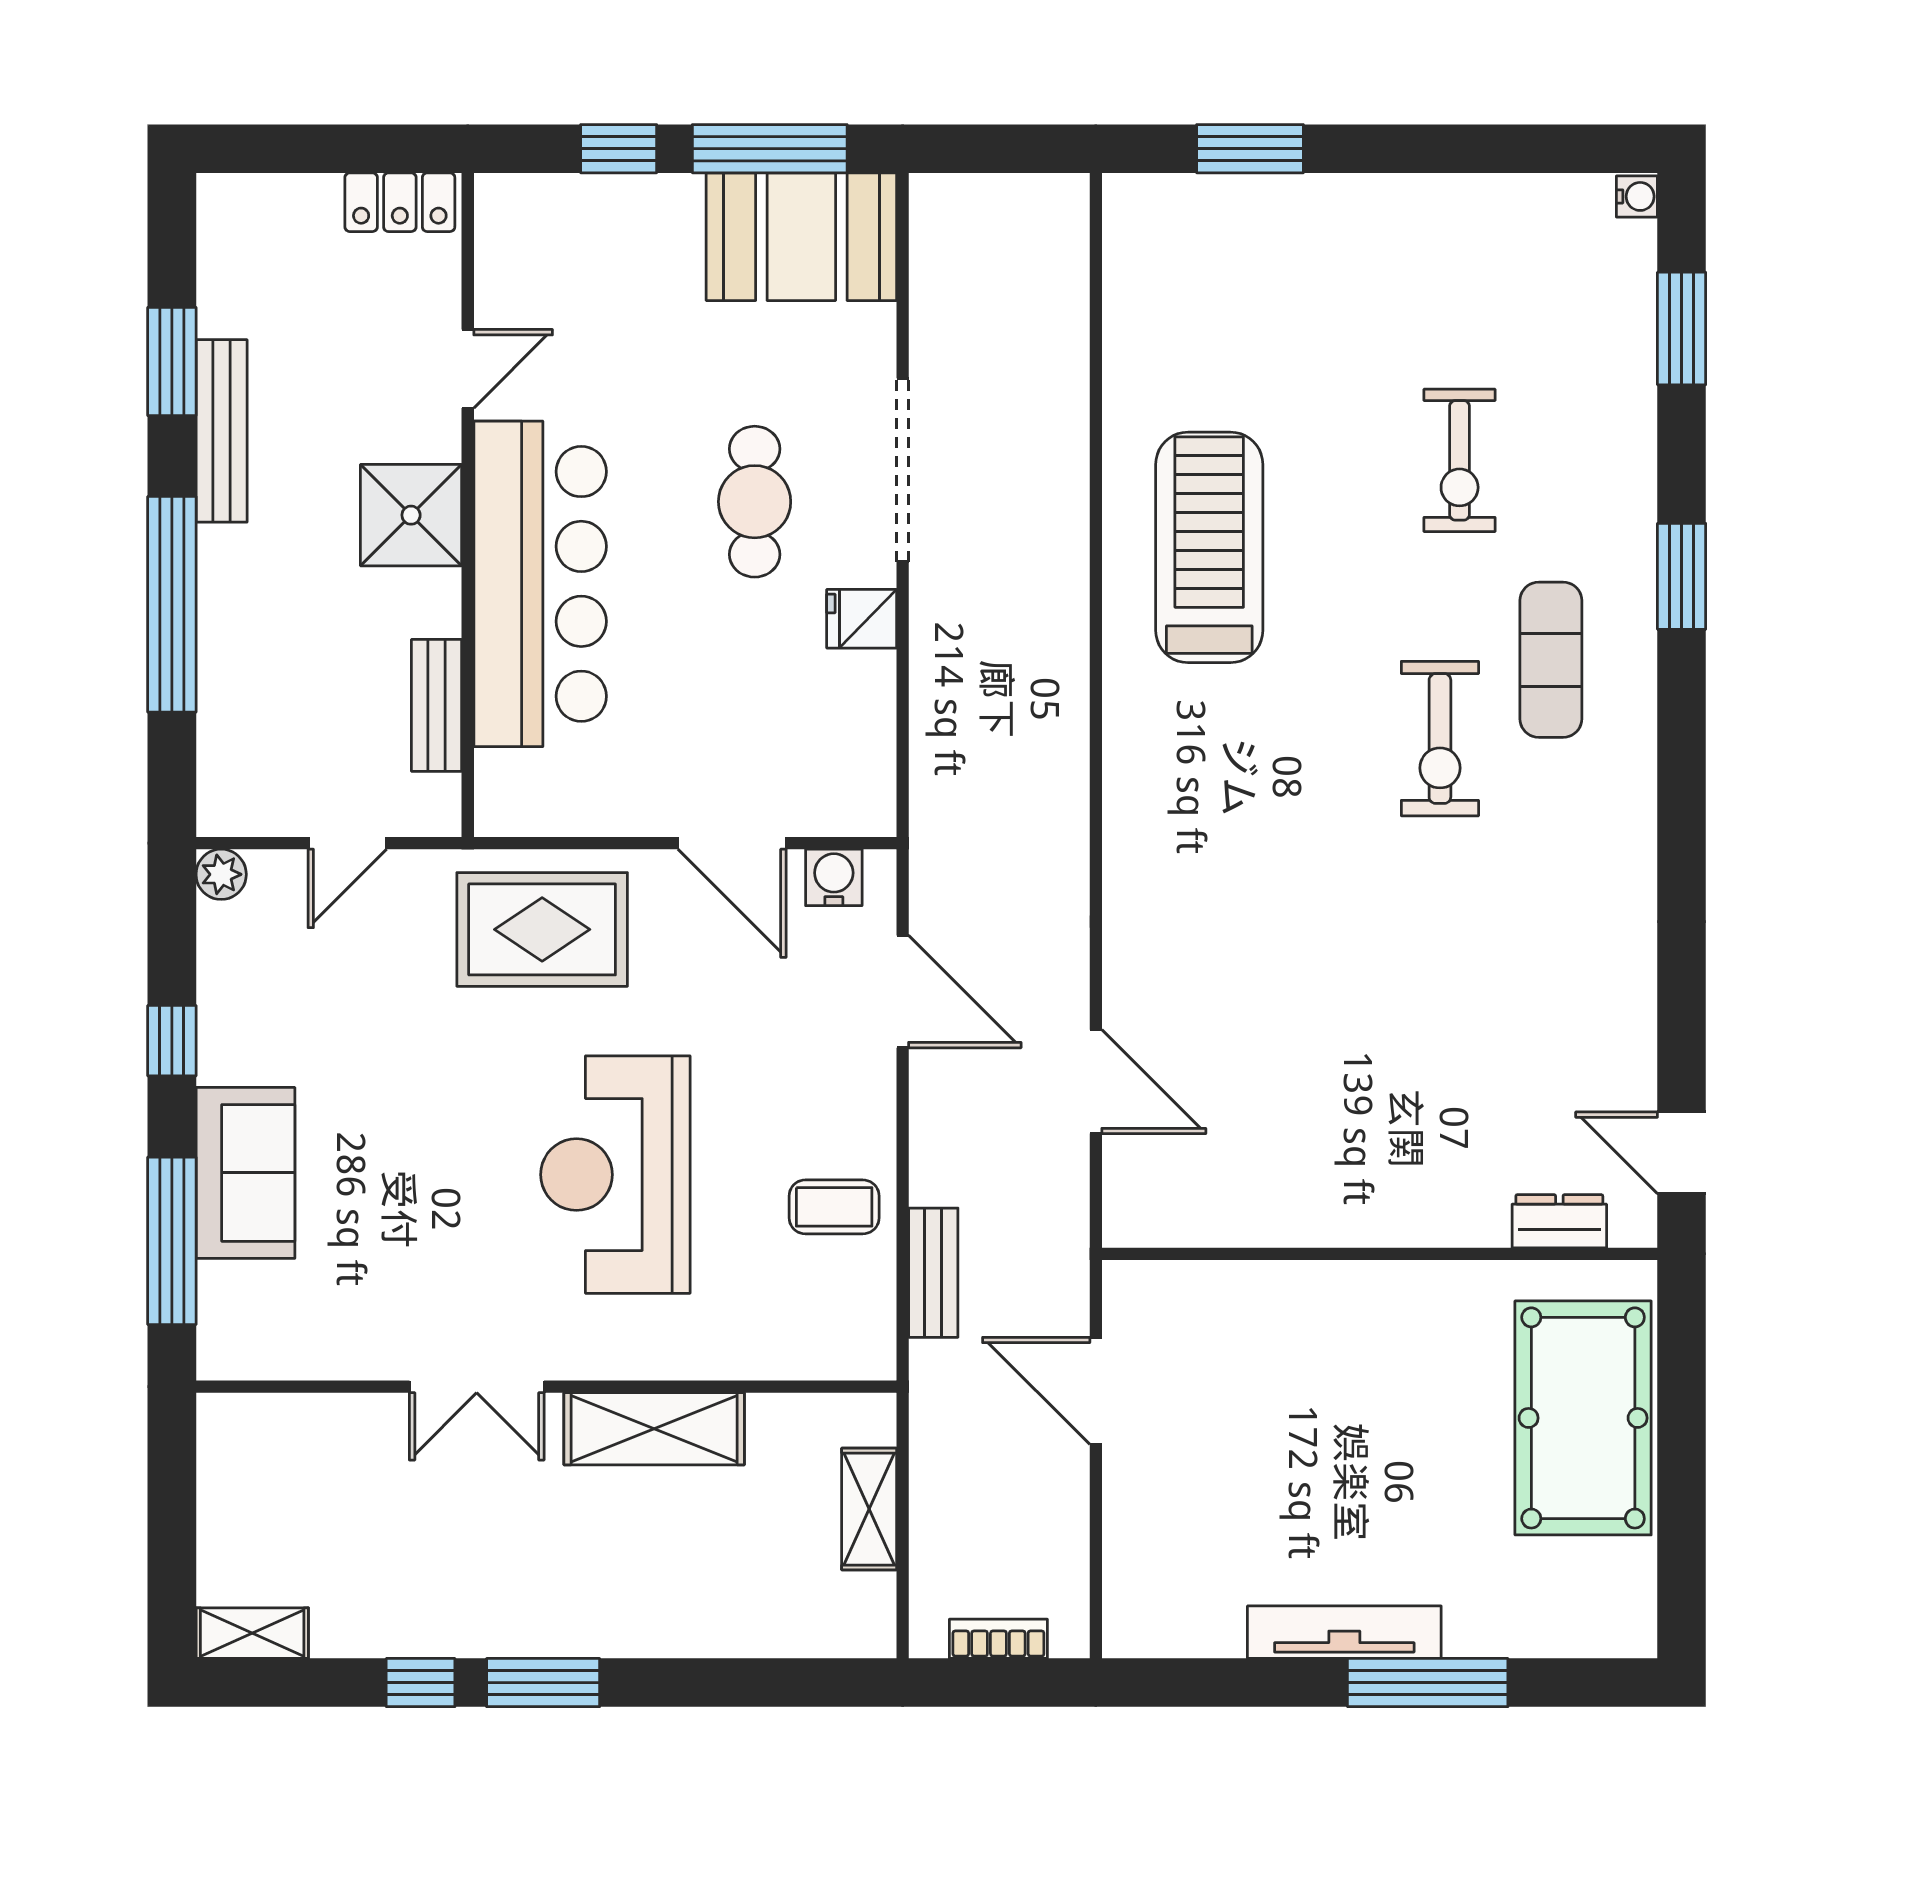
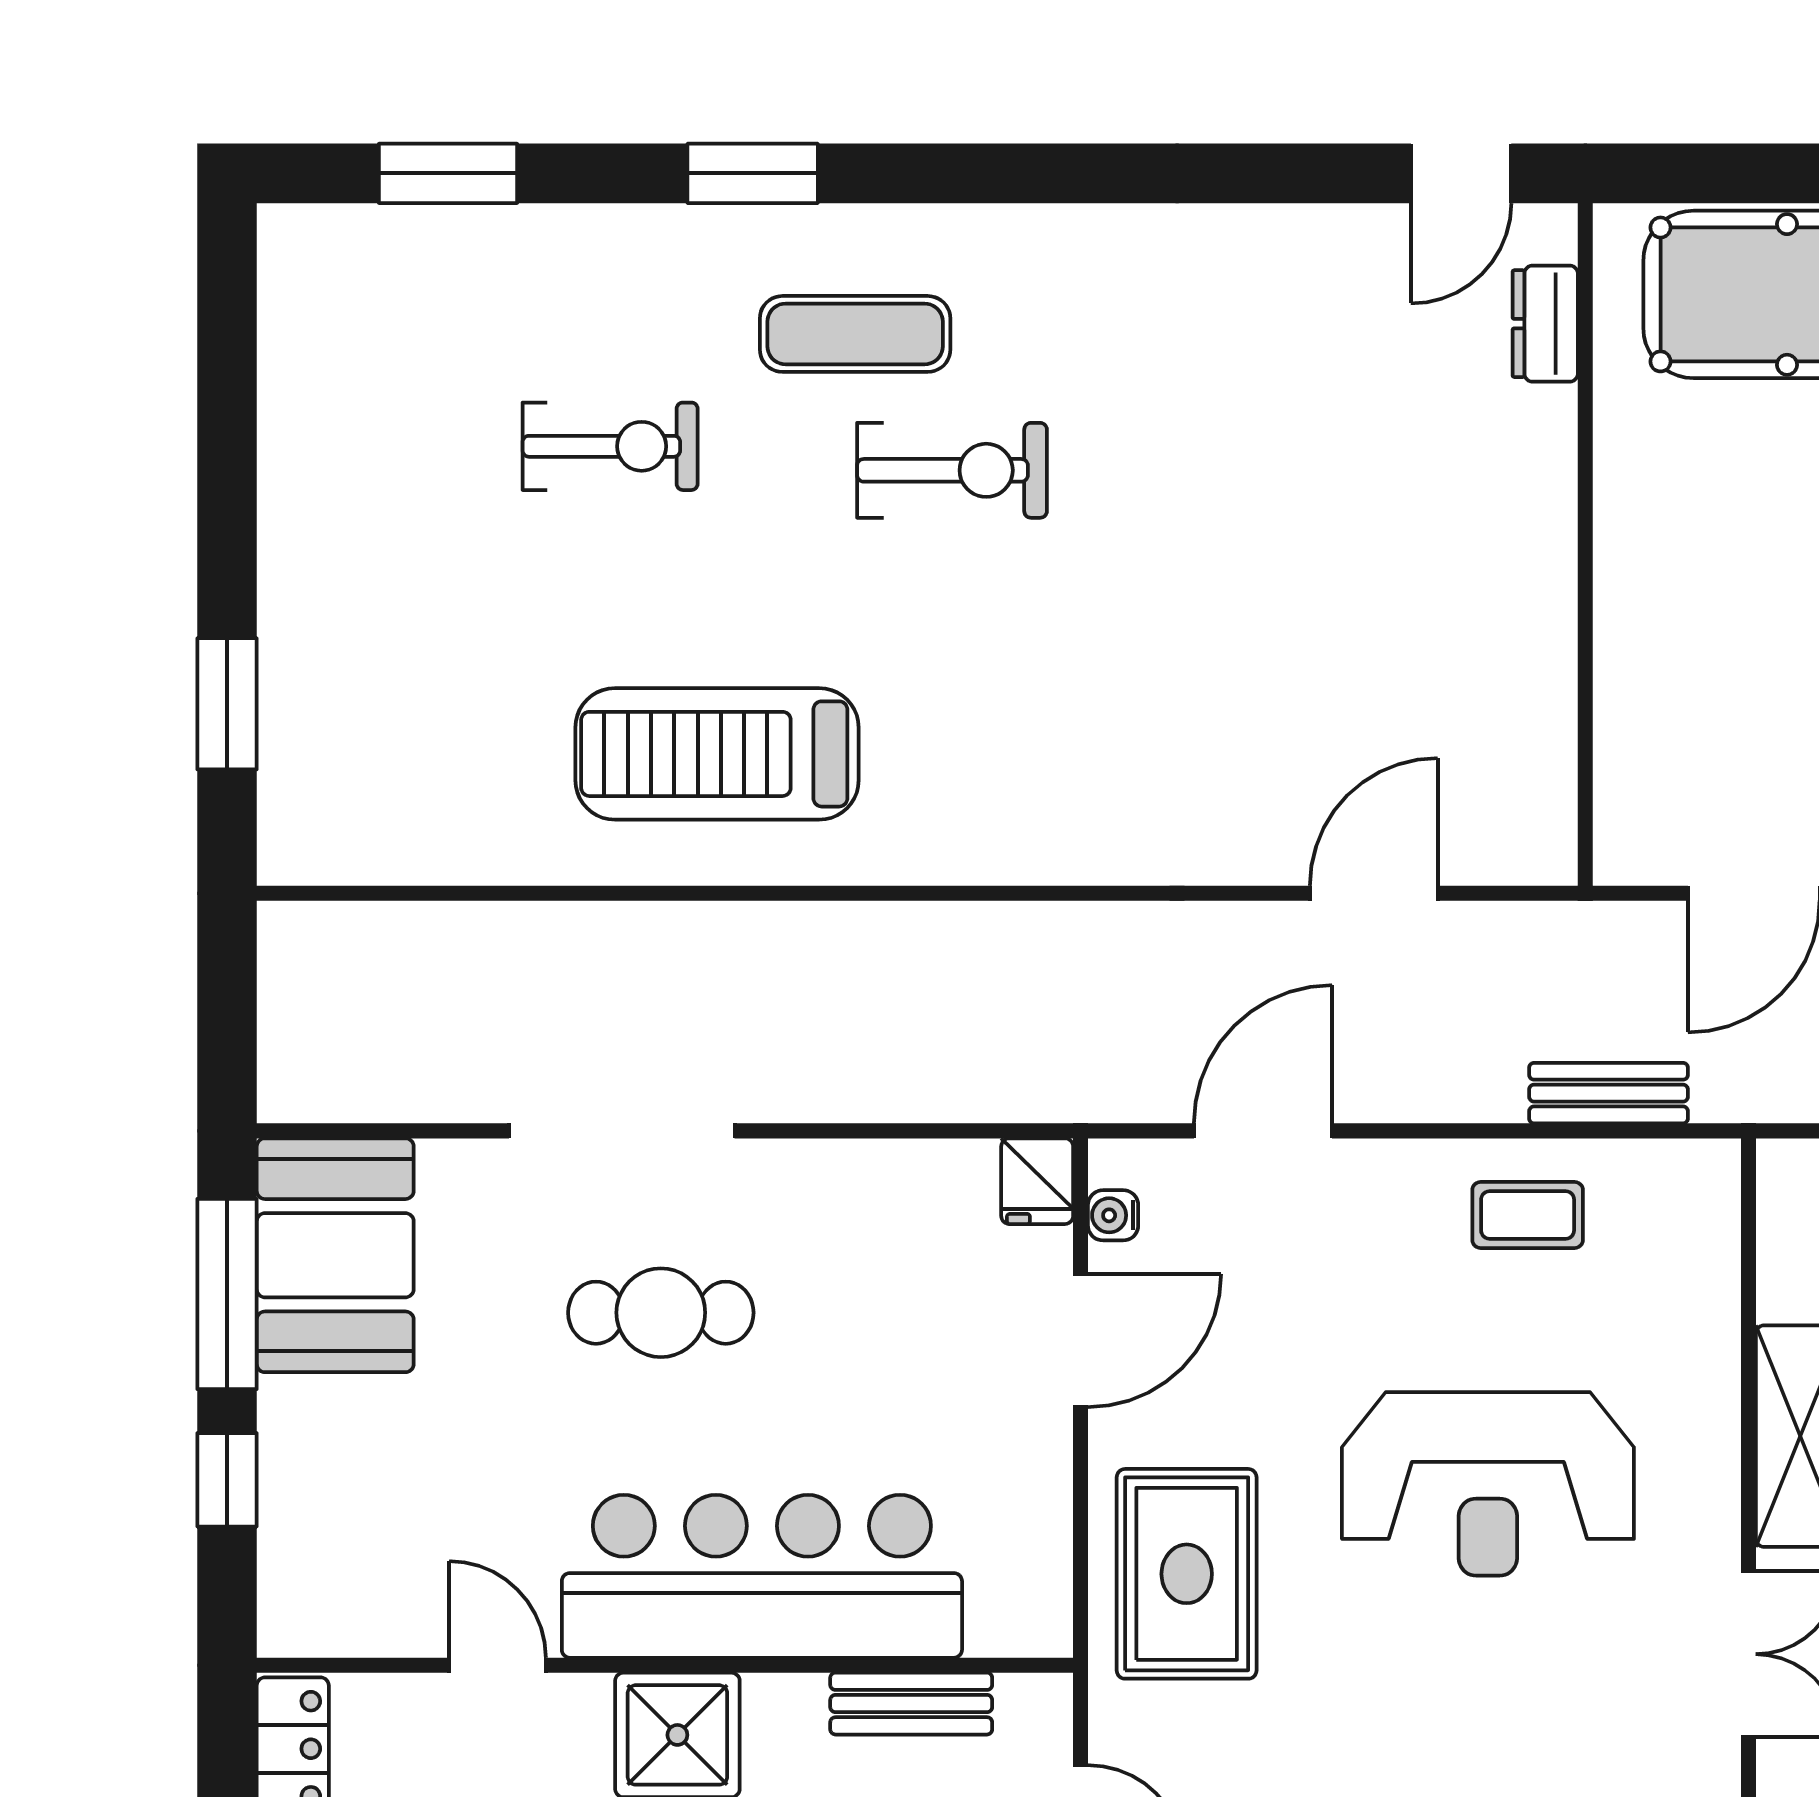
water cooler: (1637, 196) -> (286, 228), removed
fridge: (862, 619) -> (1037, 1181), moved
water cooler: (834, 877) -> (1113, 1215), width x0.72, depth x0.72
coffee table: (834, 1207) -> (1528, 1215), turned 90

